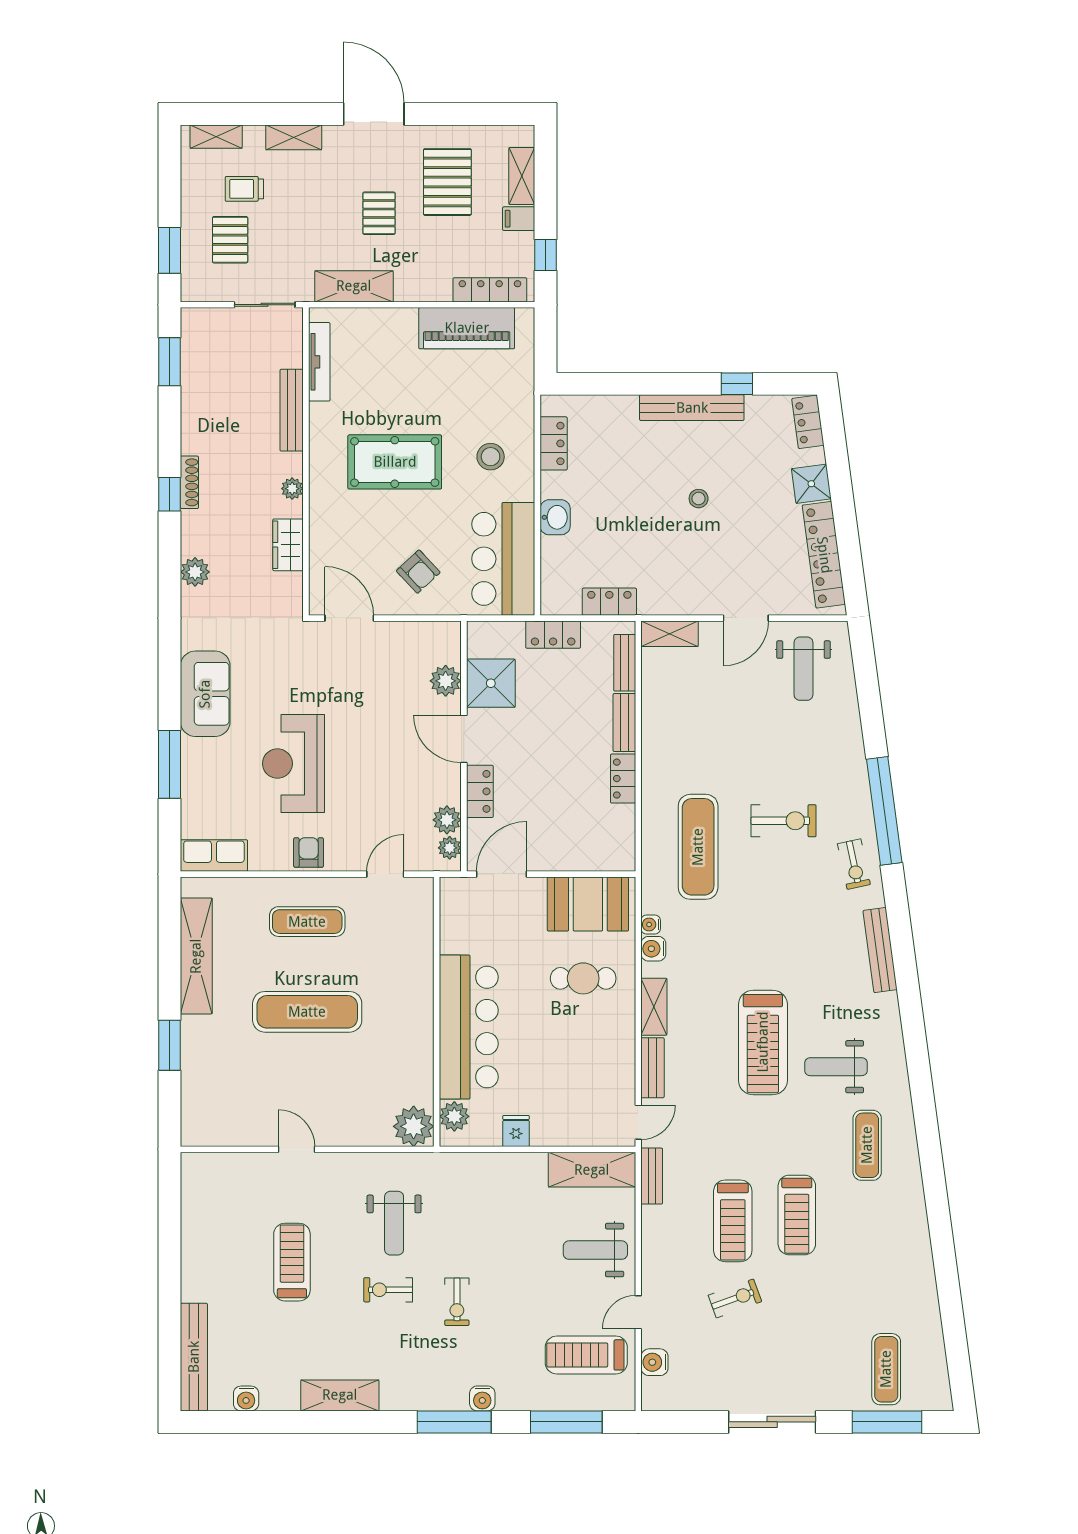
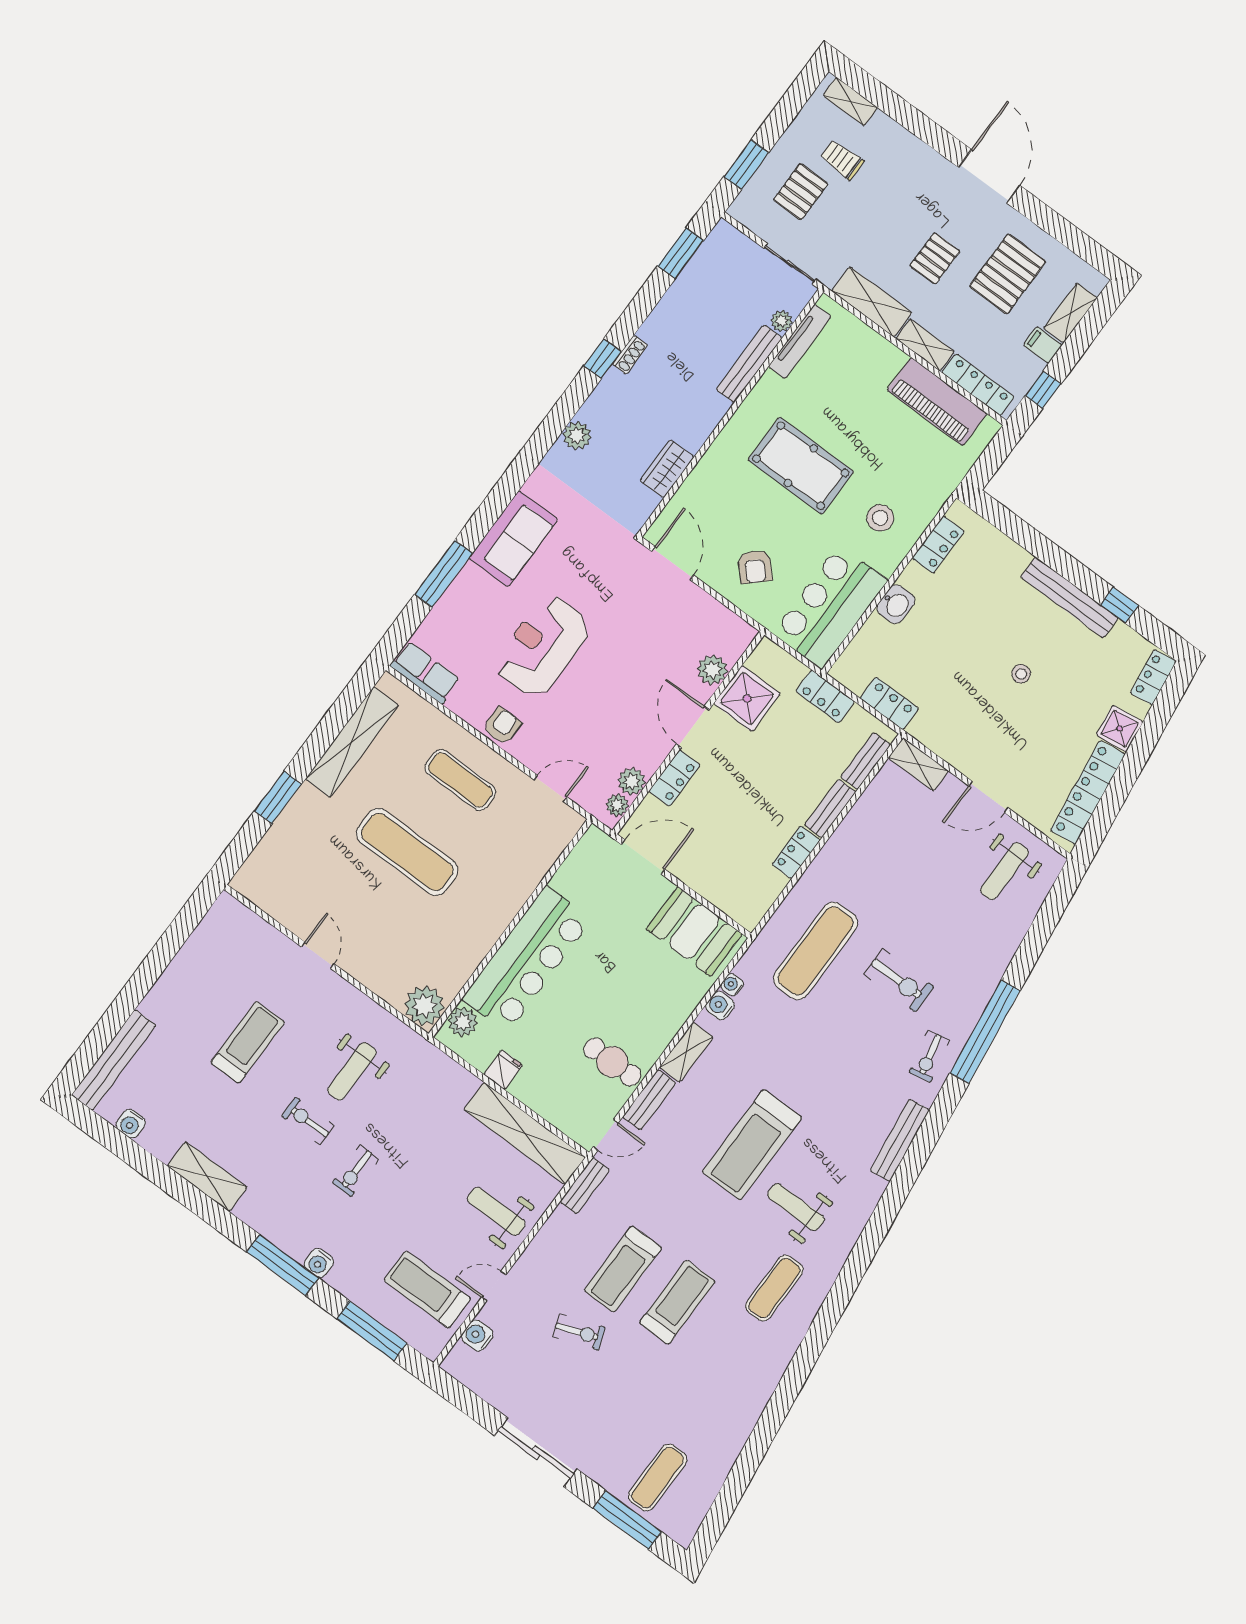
shelving: (294, 137) -> (925, 345), moved
shoe rack: (189, 482) -> (630, 355), width x0.70
plant: (292, 489) -> (782, 321), moved
cafe table: (583, 978) -> (612, 1062), moved
shelving: (592, 1170) -> (525, 1133), width x1.47
treadmill: (797, 1215) -> (677, 1302), turned 180

